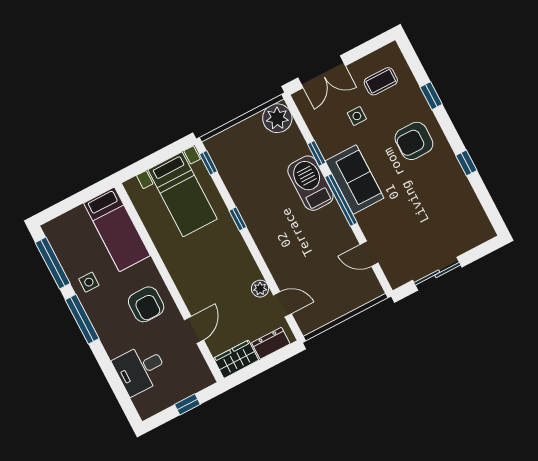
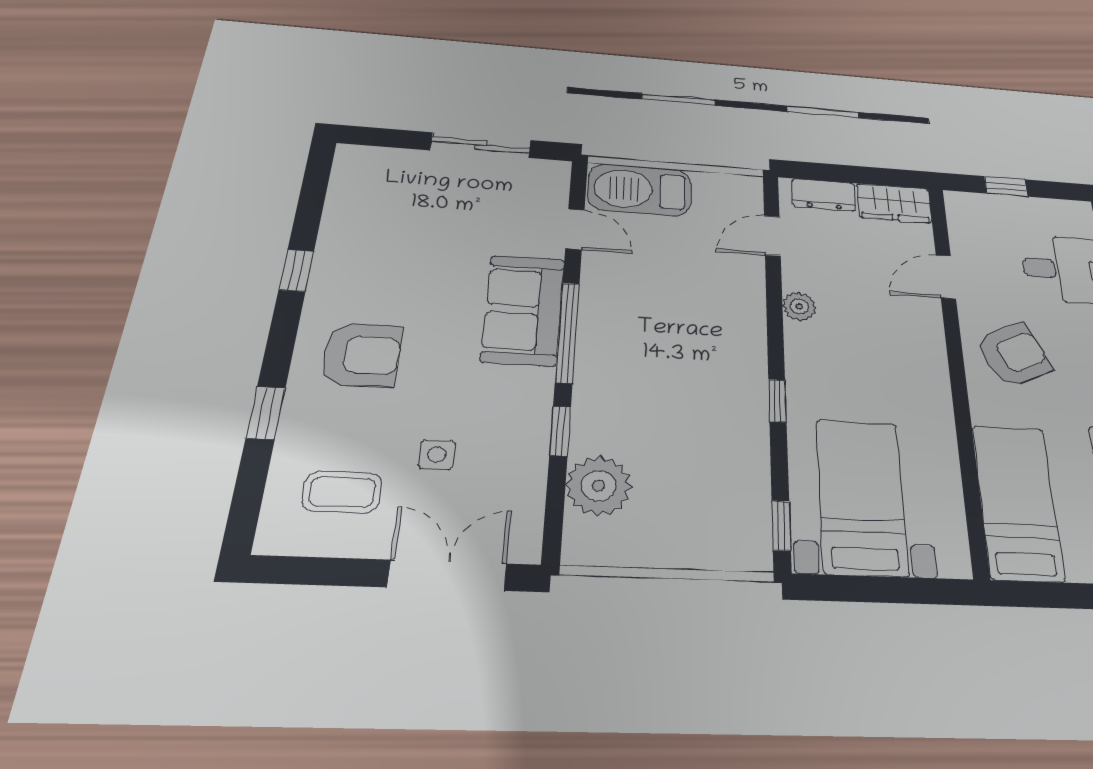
plant: (277, 118) -> (599, 486), moved
sofa: (355, 180) -> (523, 310), moved
barbecue: (310, 183) -> (640, 190), moved, turned 90
plant: (260, 289) -> (799, 307), moved
armchair: (146, 304) -> (1014, 355), turned 65
door: (282, 304) -> (772, 236), hinge flipped

